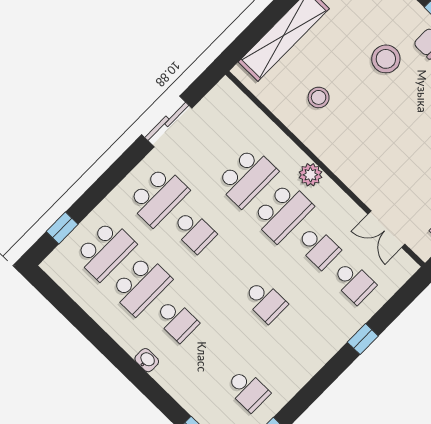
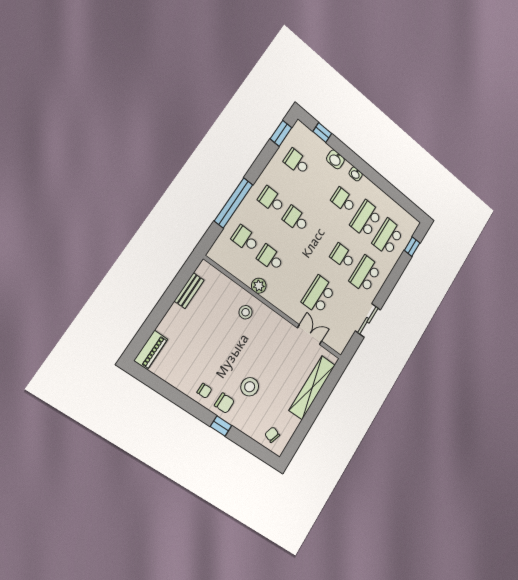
stool: (319, 97) -> (246, 312), moved
plant: (310, 175) -> (259, 286), moved
school desk: (283, 212) -> (271, 200), moved, width x0.54
double door: (386, 229) -> (310, 335), moved
window: (363, 339) -> (234, 203), width x3.17
washbasin: (179, 387) -> (335, 159), added

